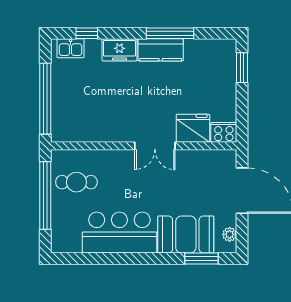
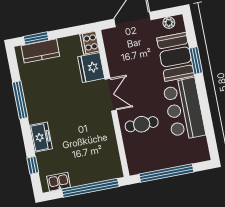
kitchen sink: (70, 48) -> (59, 182), moved, turned -90
kitchen counter: (161, 50) -> (40, 51), moved, turned 90
cafe table: (76, 182) -> (142, 124), moved, turned 90
window: (202, 259) -> (196, 61), moved

